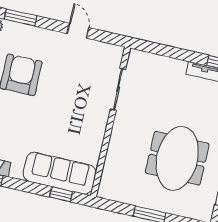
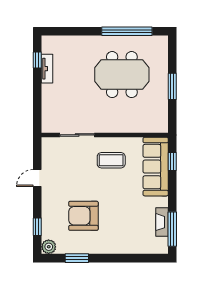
window: (21, 17) -> (37, 227), width x0.67
coffee table: (79, 123) -> (111, 160), added

